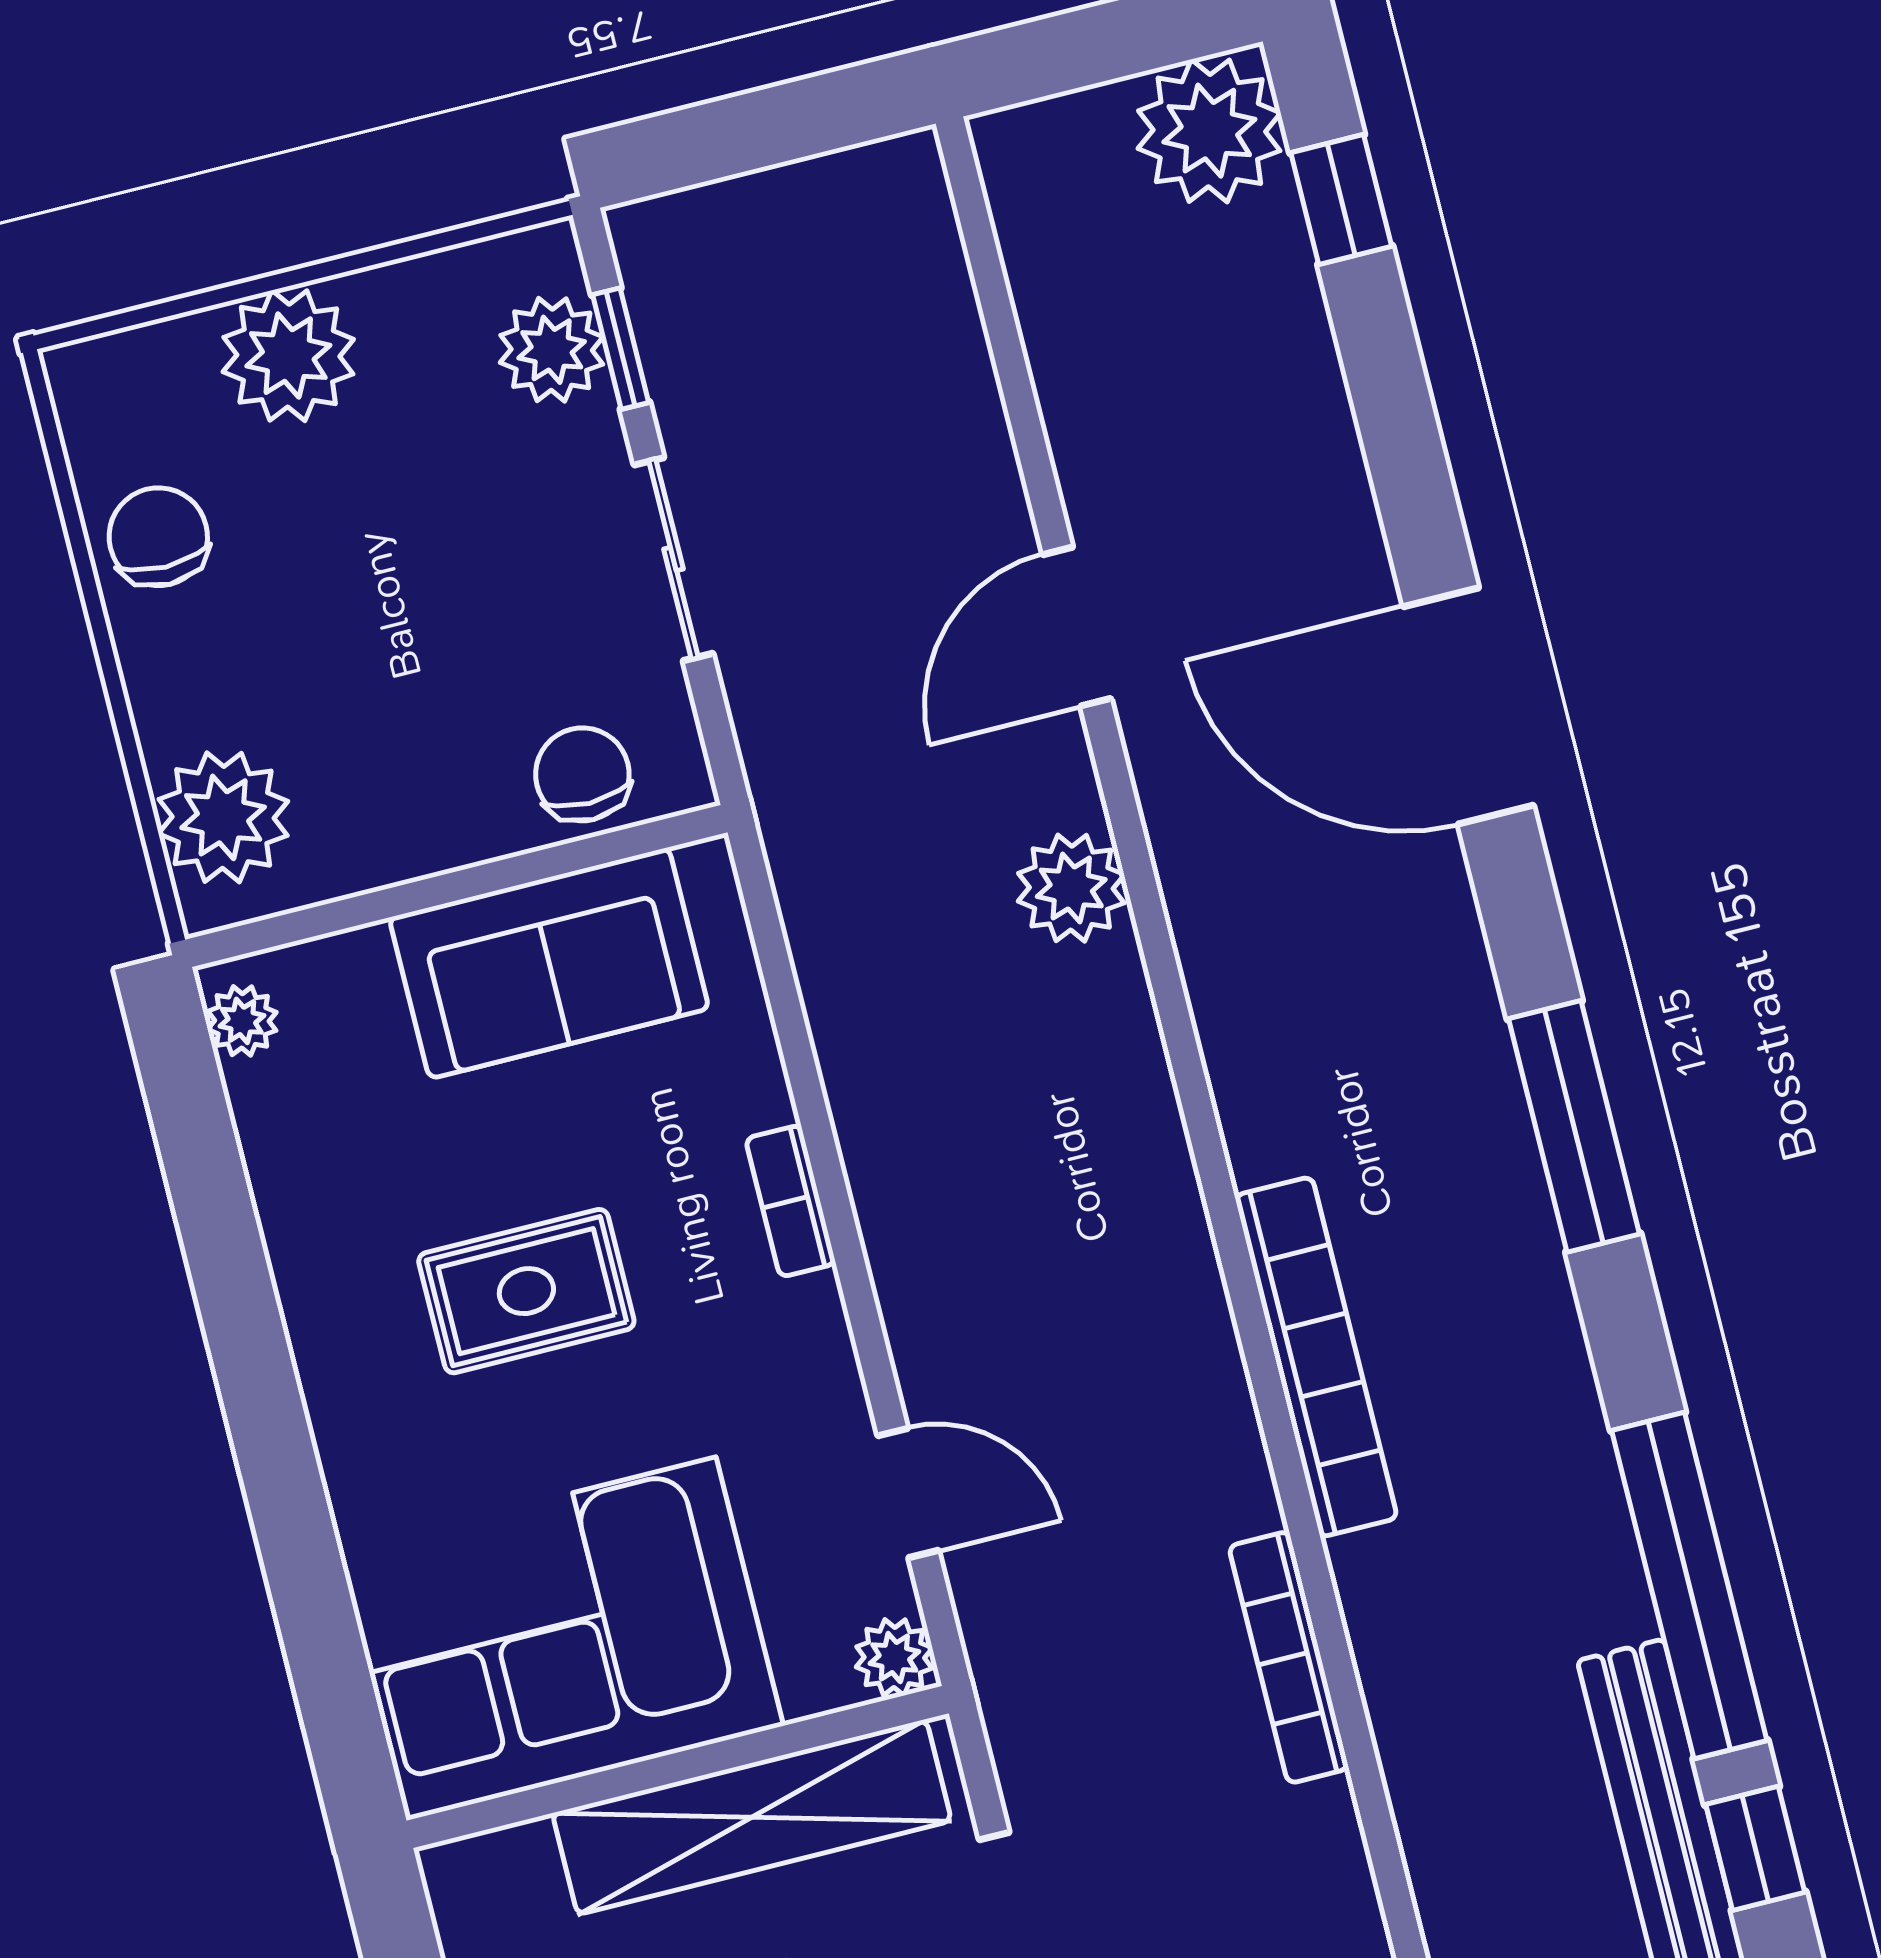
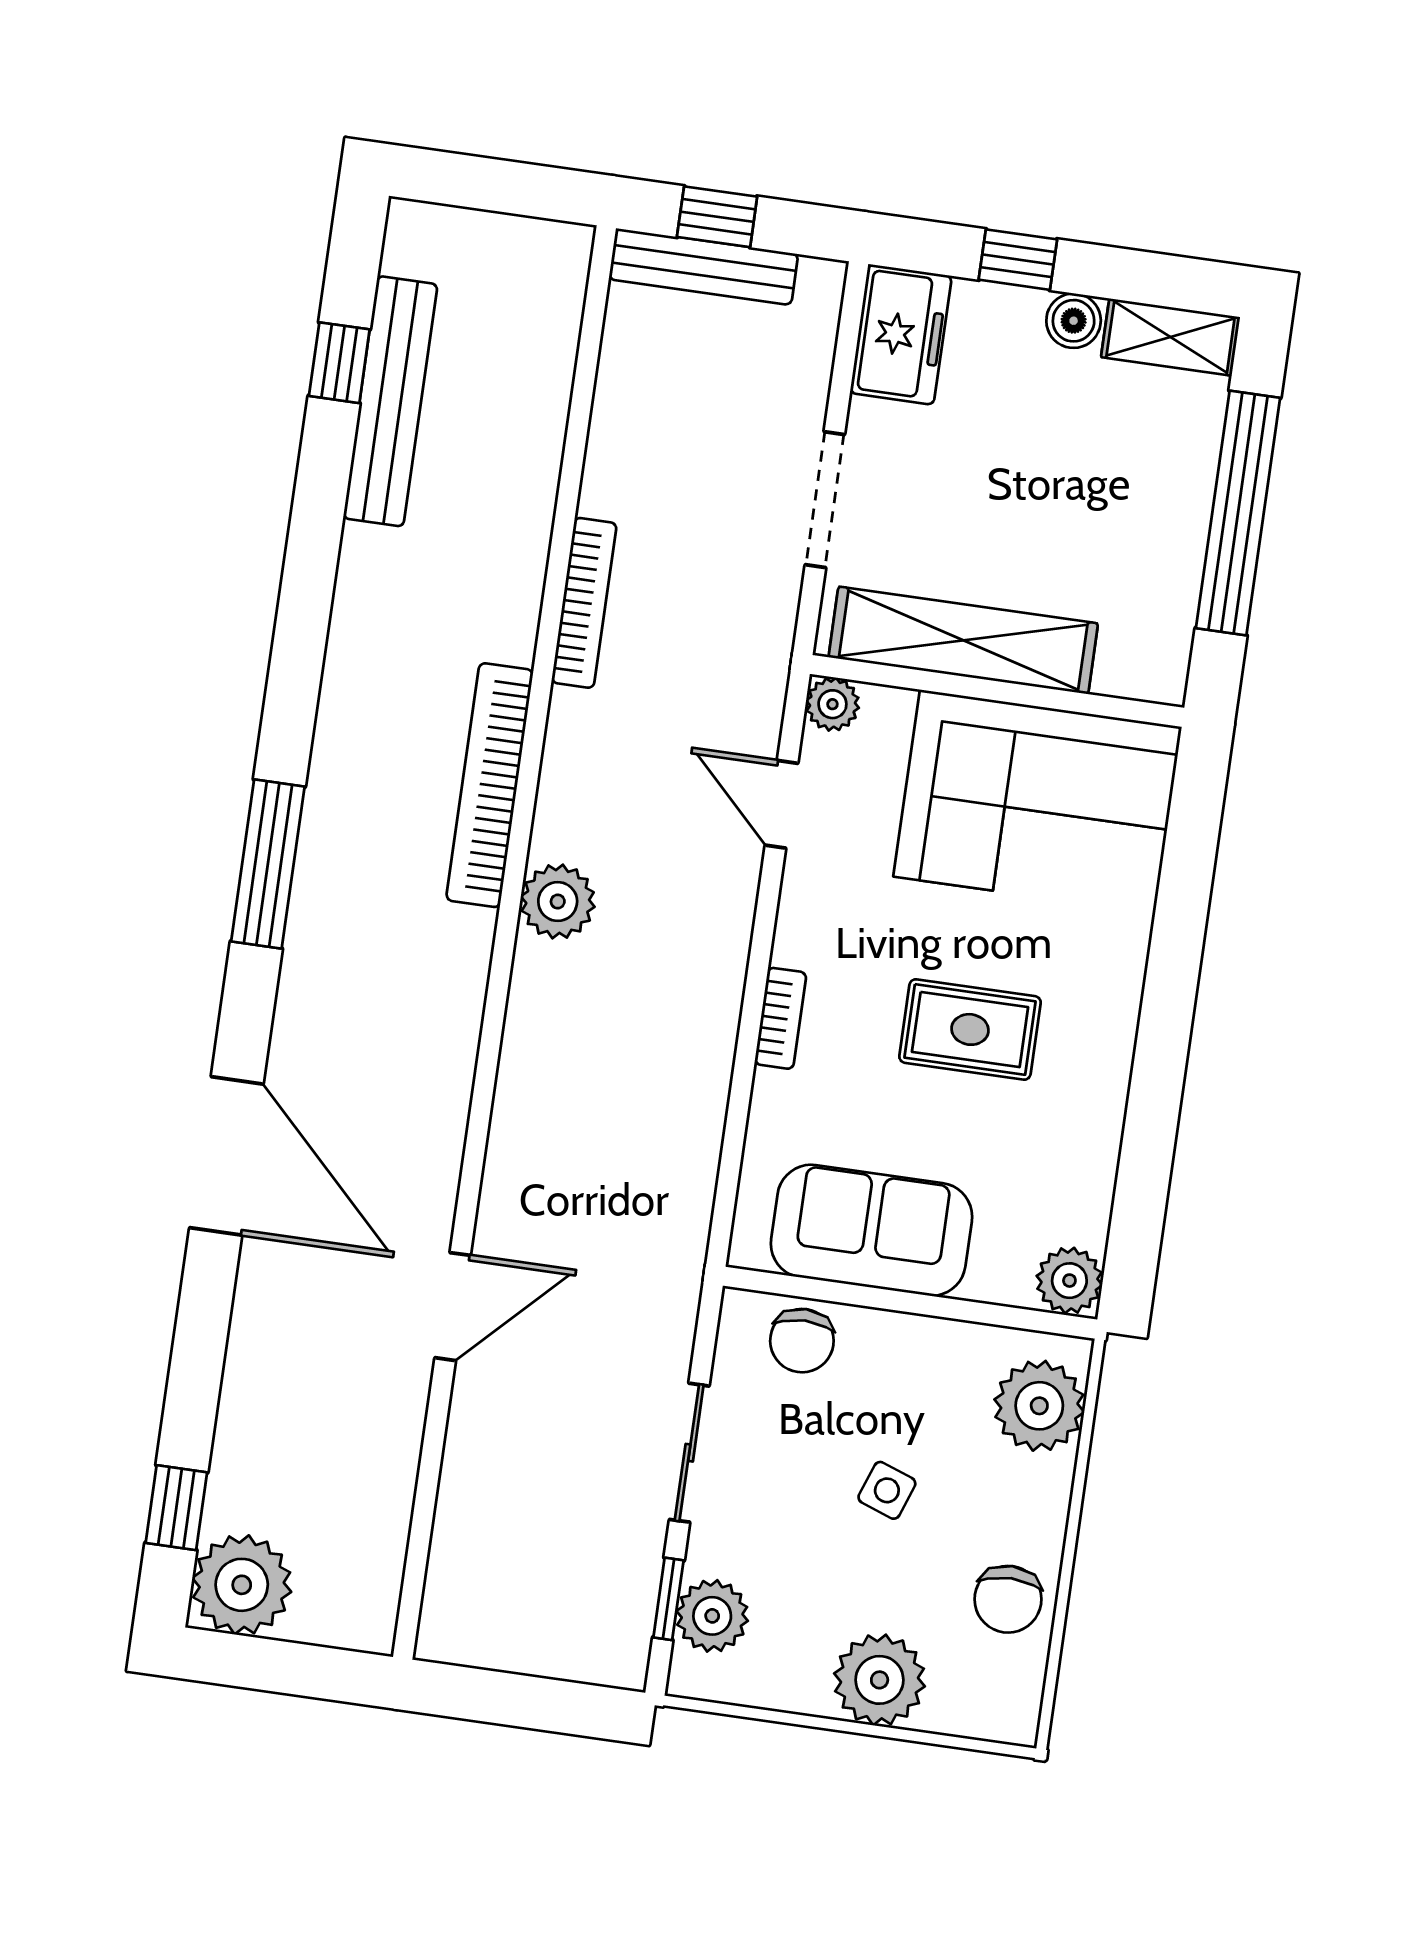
side table: (384, 618) -> (887, 1490), added
plant: (1071, 888) -> (558, 902), moved
plant: (242, 1021) -> (1069, 1281), width x1.38, depth x1.38
window: (1689, 1585) -> (313, 545), removed

